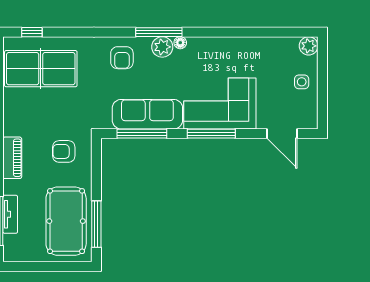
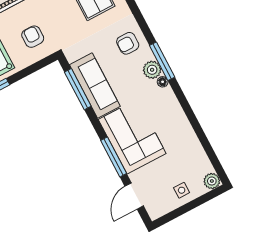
window: (211, 134) -> (114, 157), moved

